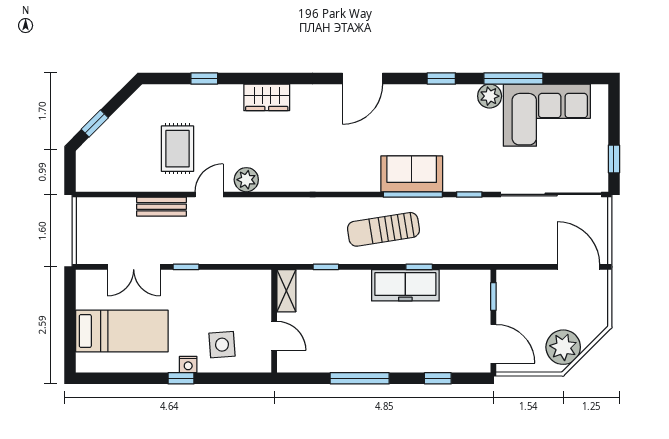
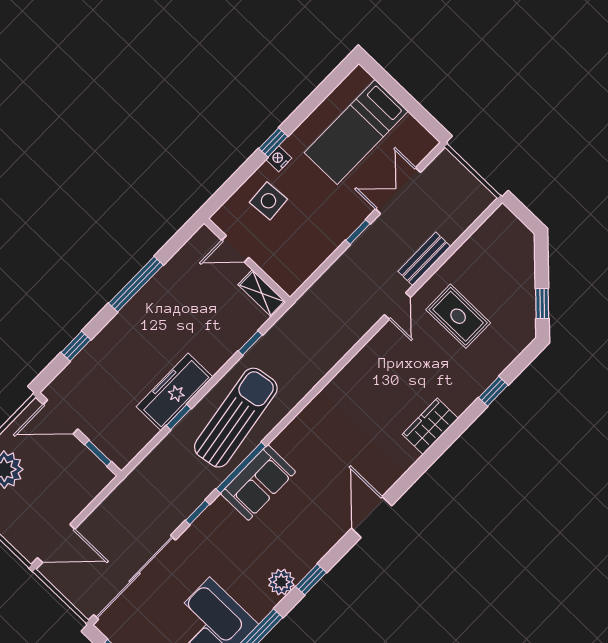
plant: (490, 96) -> (281, 582), moved
window: (95, 124) -> (542, 304), moved
plant: (246, 180) -> (381, 347), removed
sun lounger: (383, 229) -> (236, 418), width x1.36, depth x1.34

